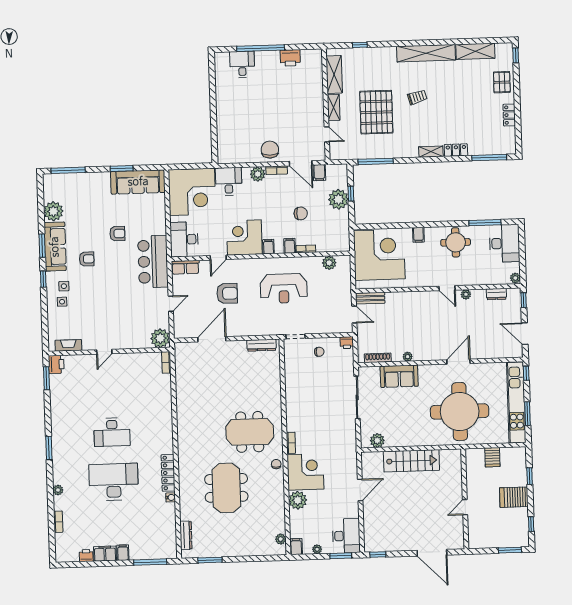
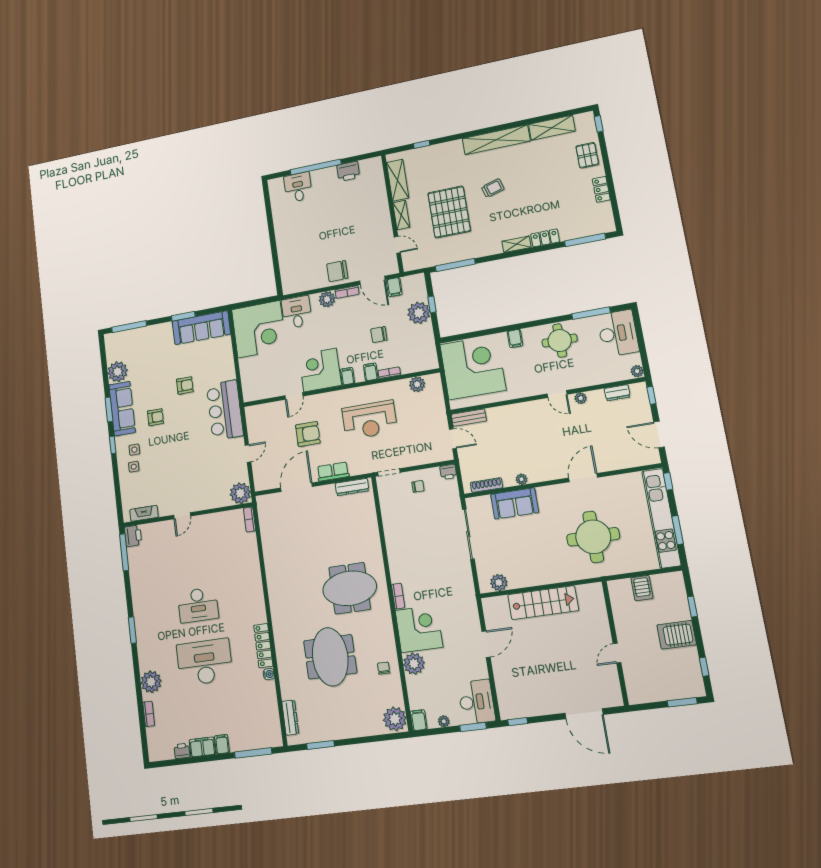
chair: (270, 150) -> (337, 271), turned -91
chair: (301, 213) -> (379, 335), turned 180
desk: (184, 239) -> (256, 381), removed
row of seats: (185, 267) -> (333, 472), moved, turned 180
window: (47, 378) -> (124, 552), width x1.44
round table: (460, 411) -> (593, 537), width x0.73, depth x0.73
chair: (276, 464) -> (384, 668), moved
plant: (58, 490) -> (151, 682), width x1.88, depth x1.88
plant: (281, 539) -> (395, 719), width x1.87, depth x1.87

